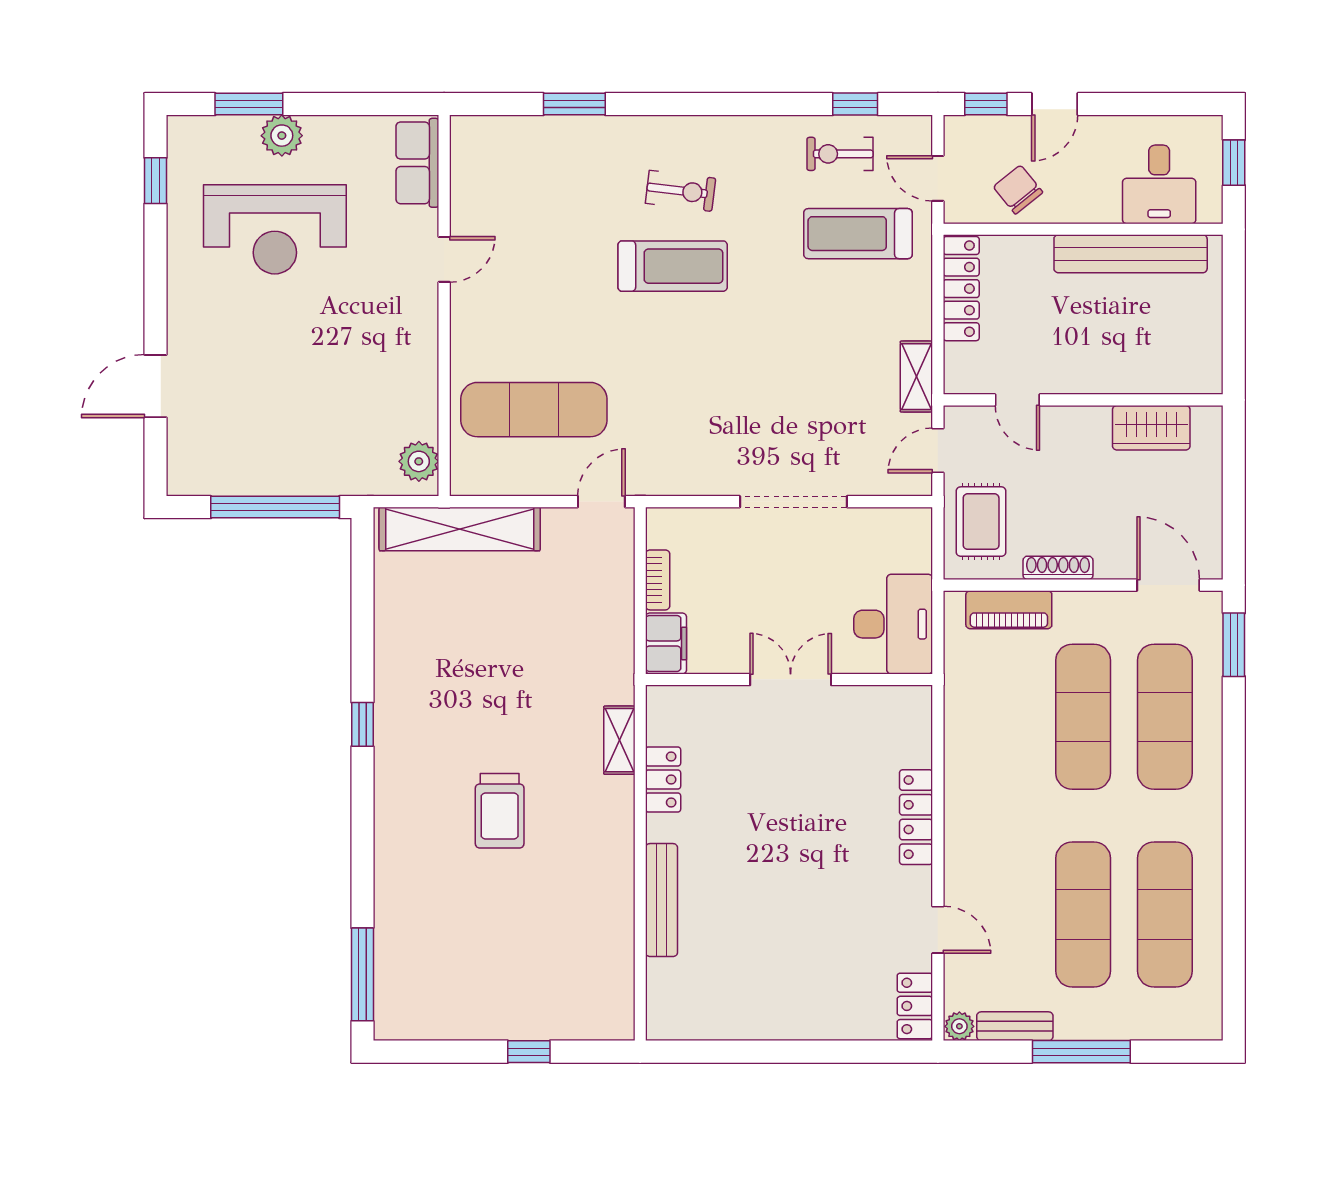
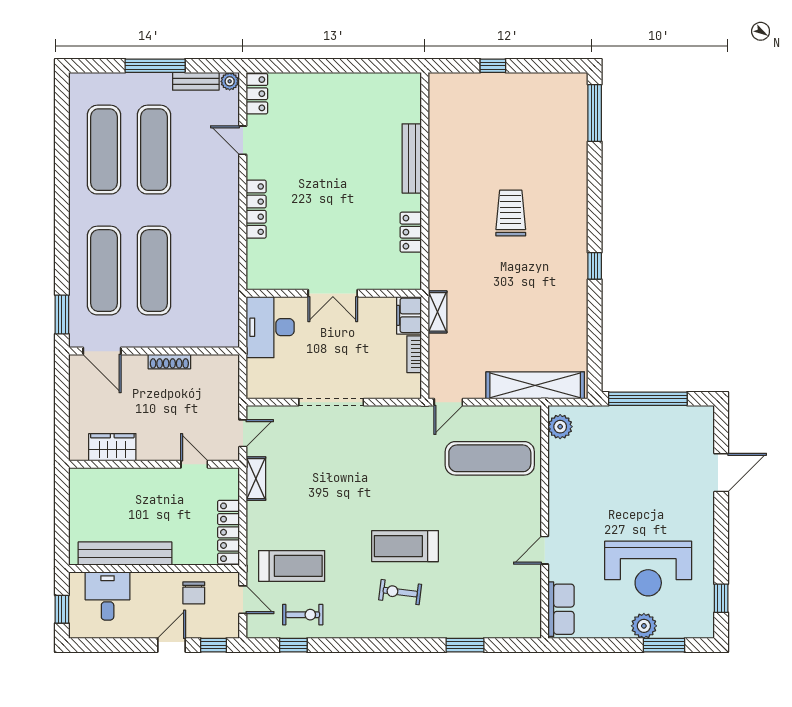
chair: (1018, 190) -> (194, 593), turned 39
reception desk: (275, 229) -> (648, 569), turned 180
rug: (981, 522) -> (216, 390), removed
piano: (1009, 610) -> (199, 336), removed
shelving: (619, 740) -> (438, 312), moved

